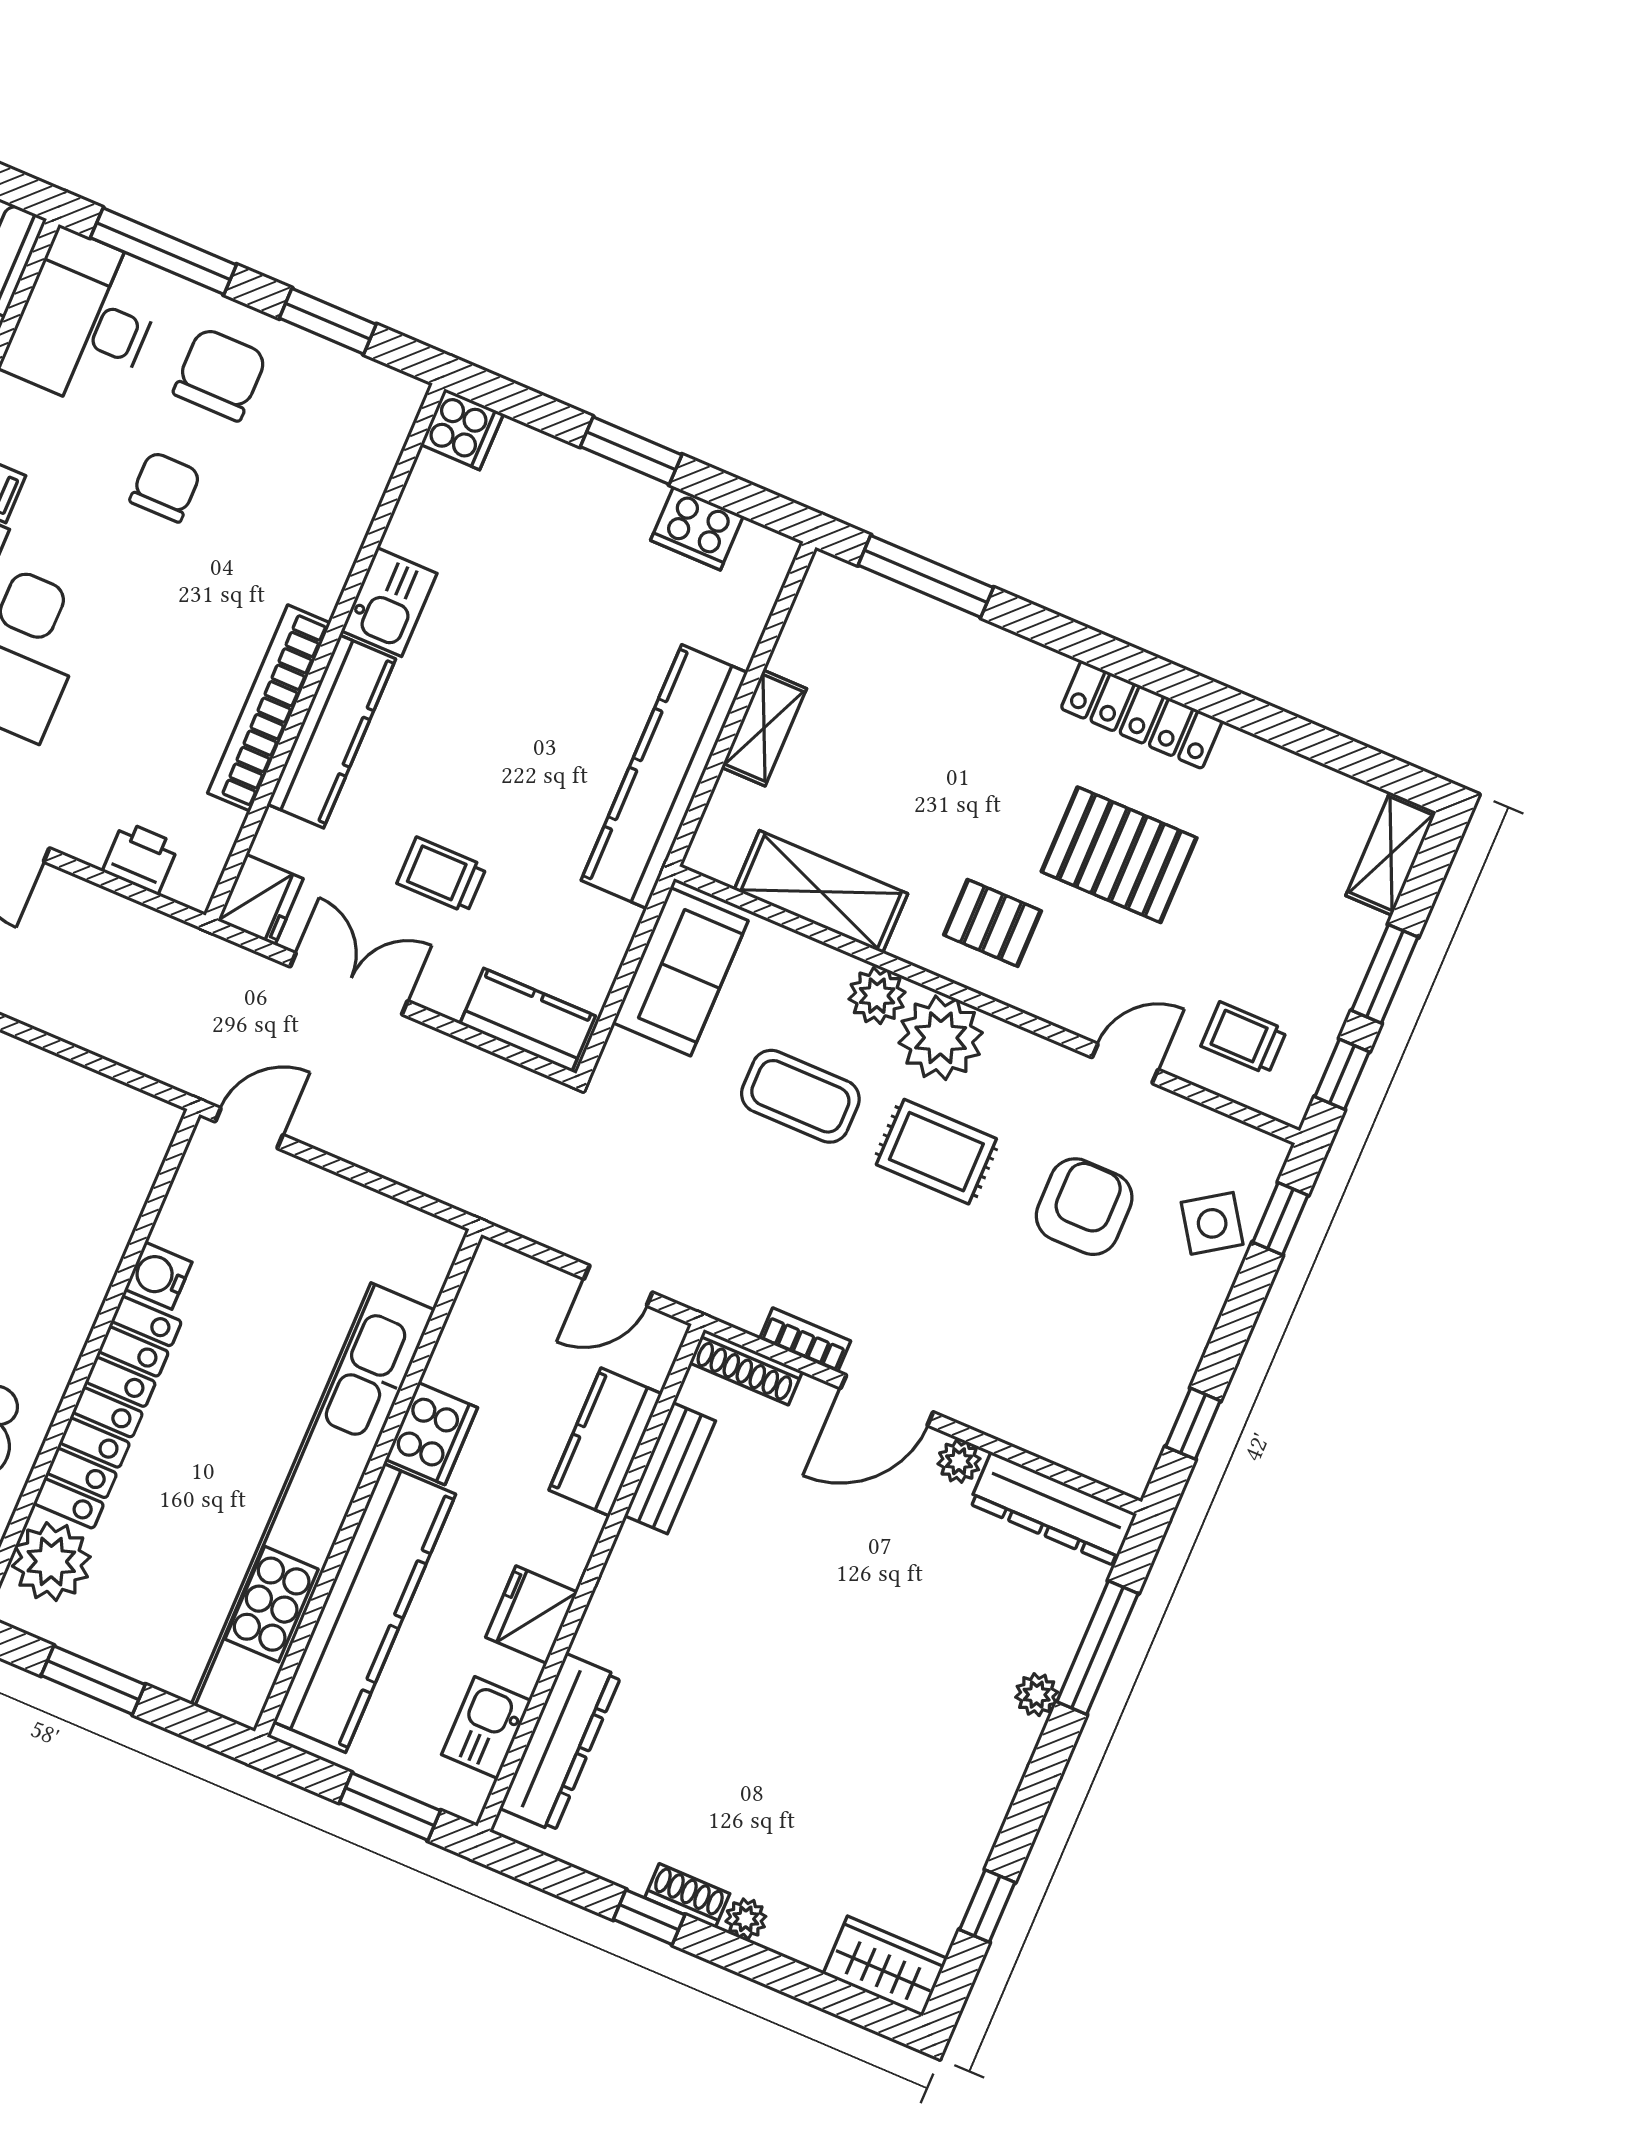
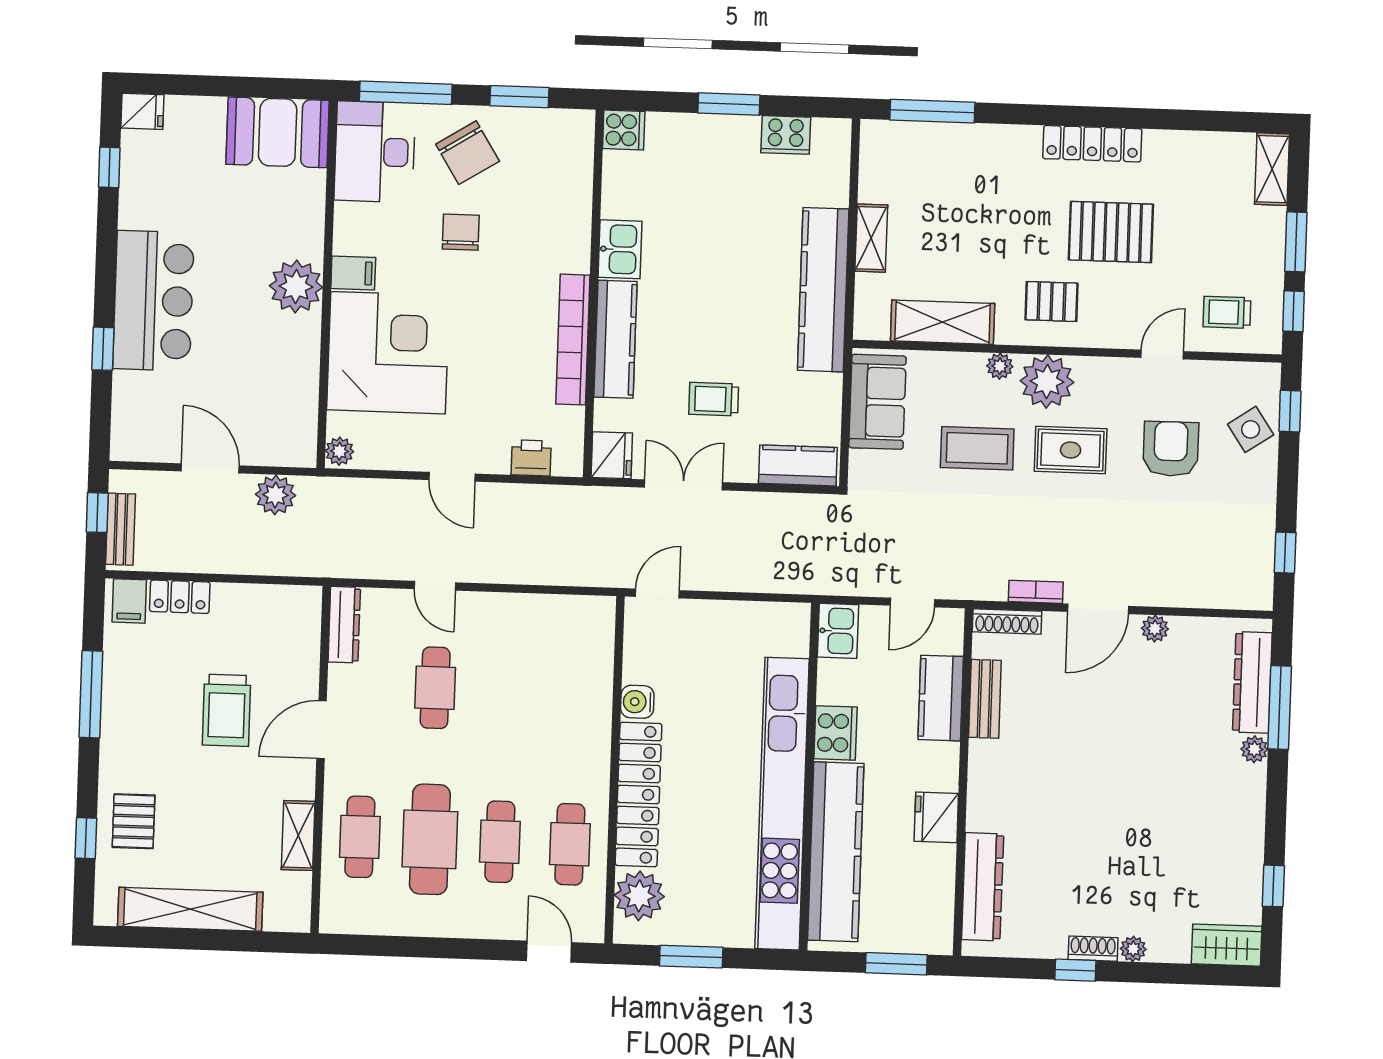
chair: (220, 374) -> (468, 153), turned 148
plant: (877, 996) -> (1000, 366), width x0.73, depth x0.73
dresser: (1053, 1509) -> (1252, 682), moved, turned 90
kitchen sink: (486, 1728) -> (838, 631), moved, turned 180

